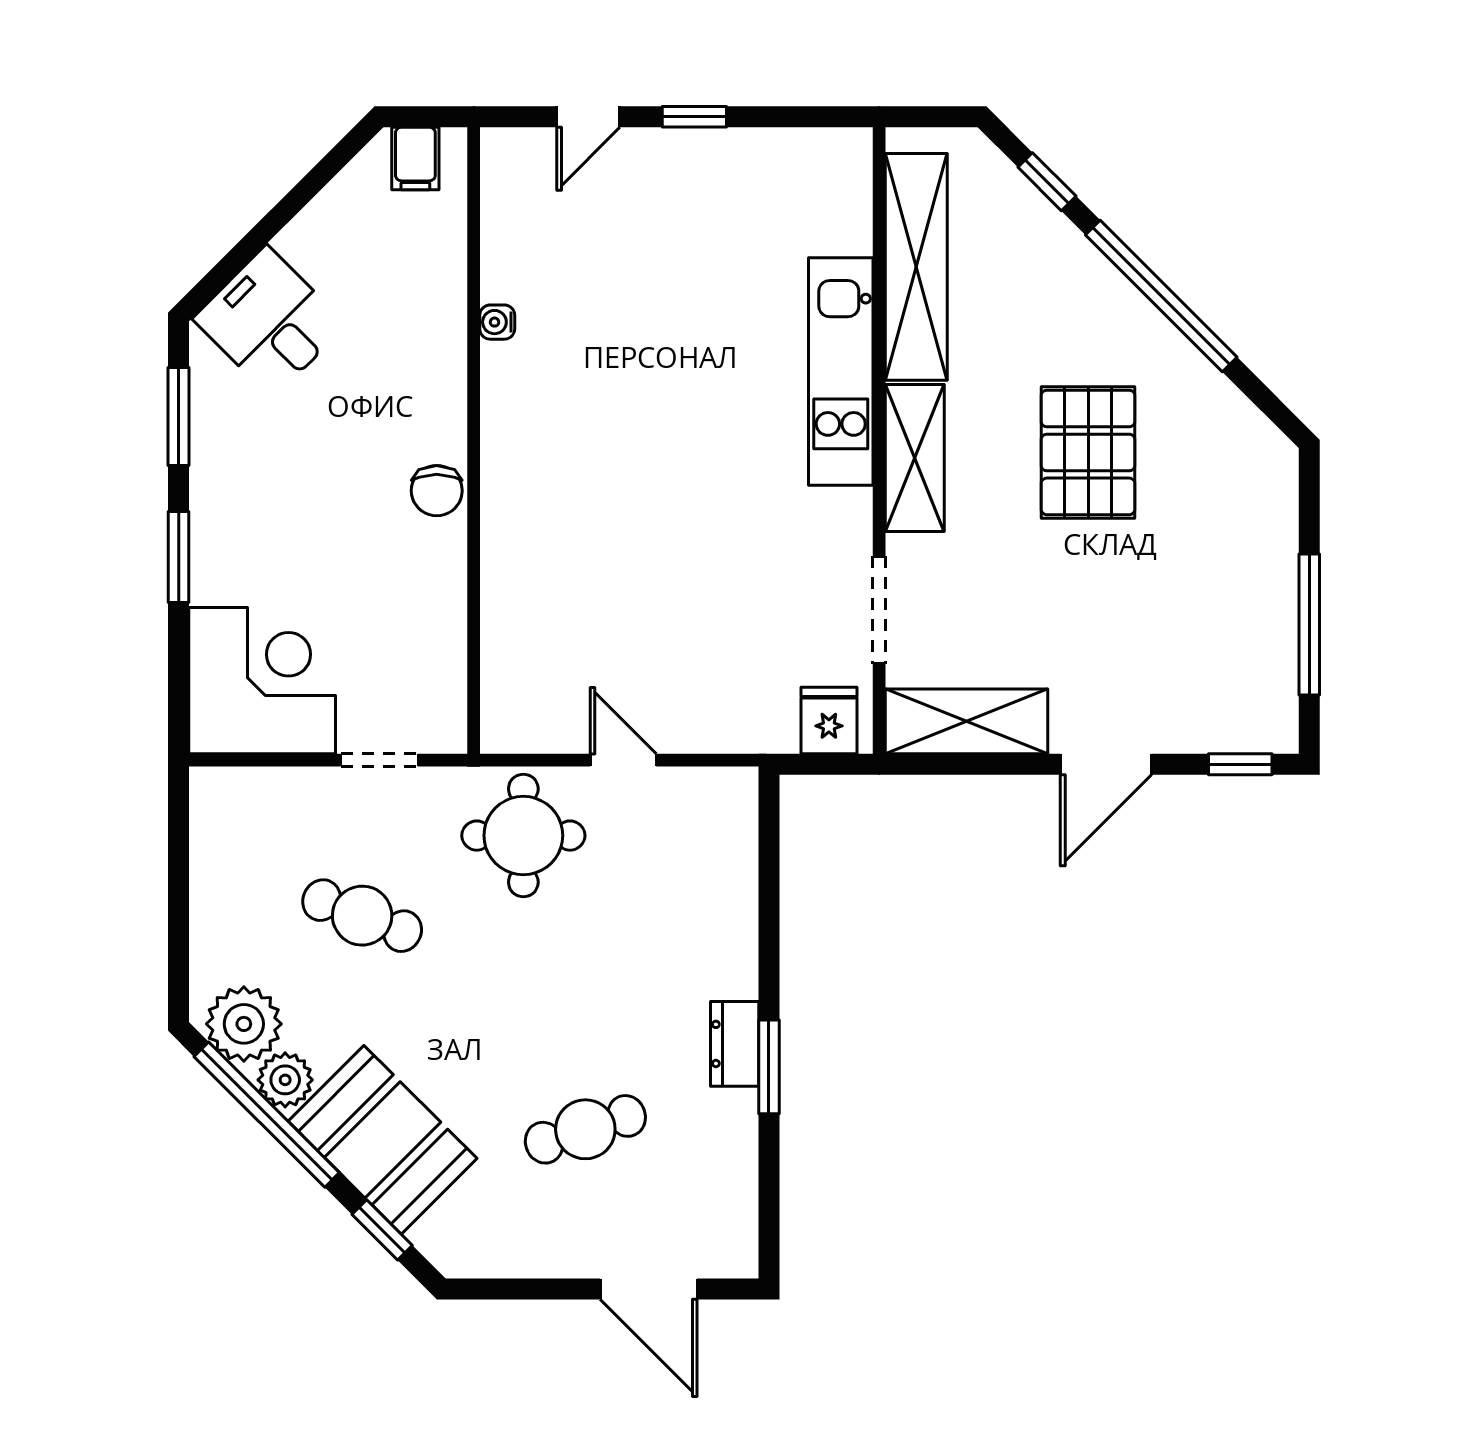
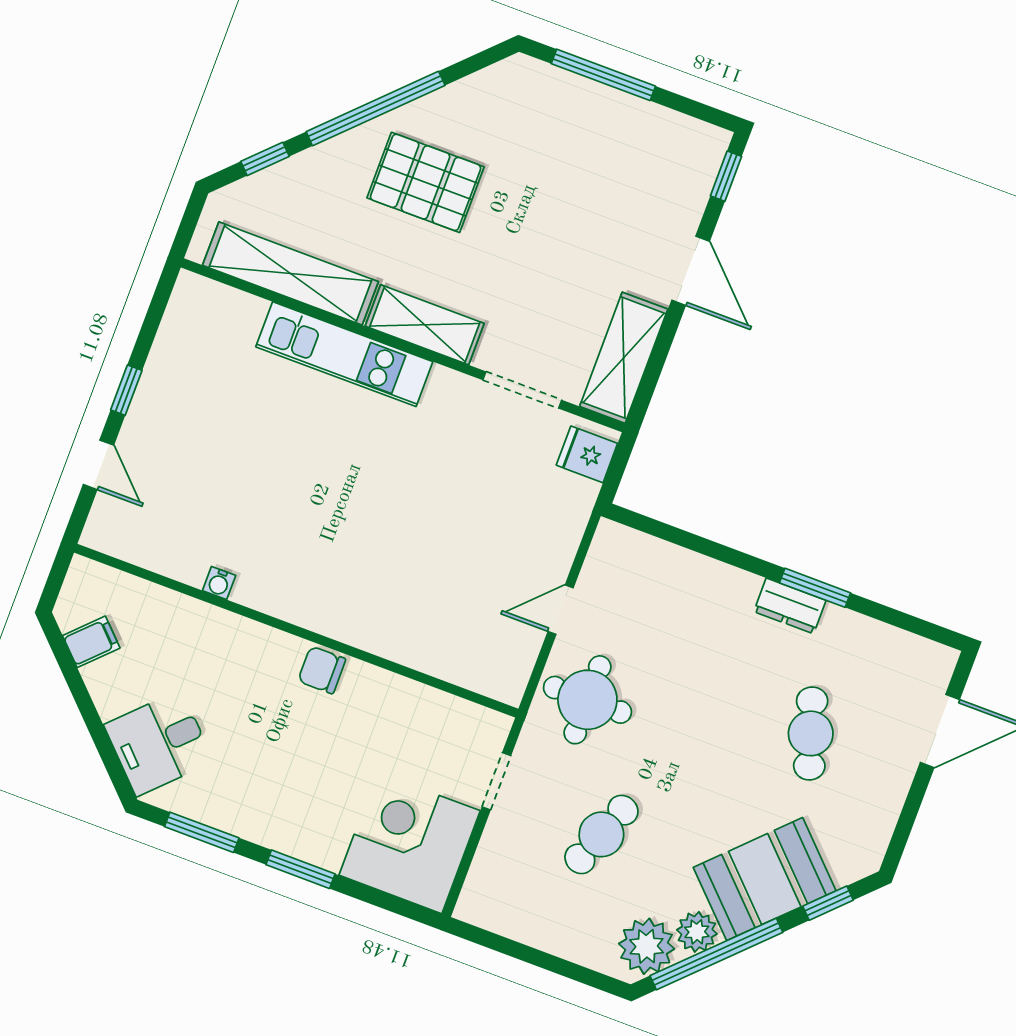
filing cabinet: (415, 158) -> (91, 642), moved, turned -45
pallet: (1088, 452) -> (426, 182), moved
chair: (437, 491) -> (322, 670), turned 180
window: (1309, 625) -> (603, 75), moved

